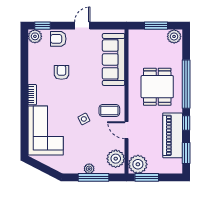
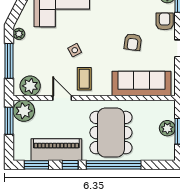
plant: (174, 36) -> (167, 128), moved
armchair: (62, 72) -> (133, 42), moved, turned 97
dining table: (157, 87) -> (111, 133), width x1.38
door: (127, 130) -> (62, 98), hinge flipped
plant: (89, 169) -> (19, 34), moved

